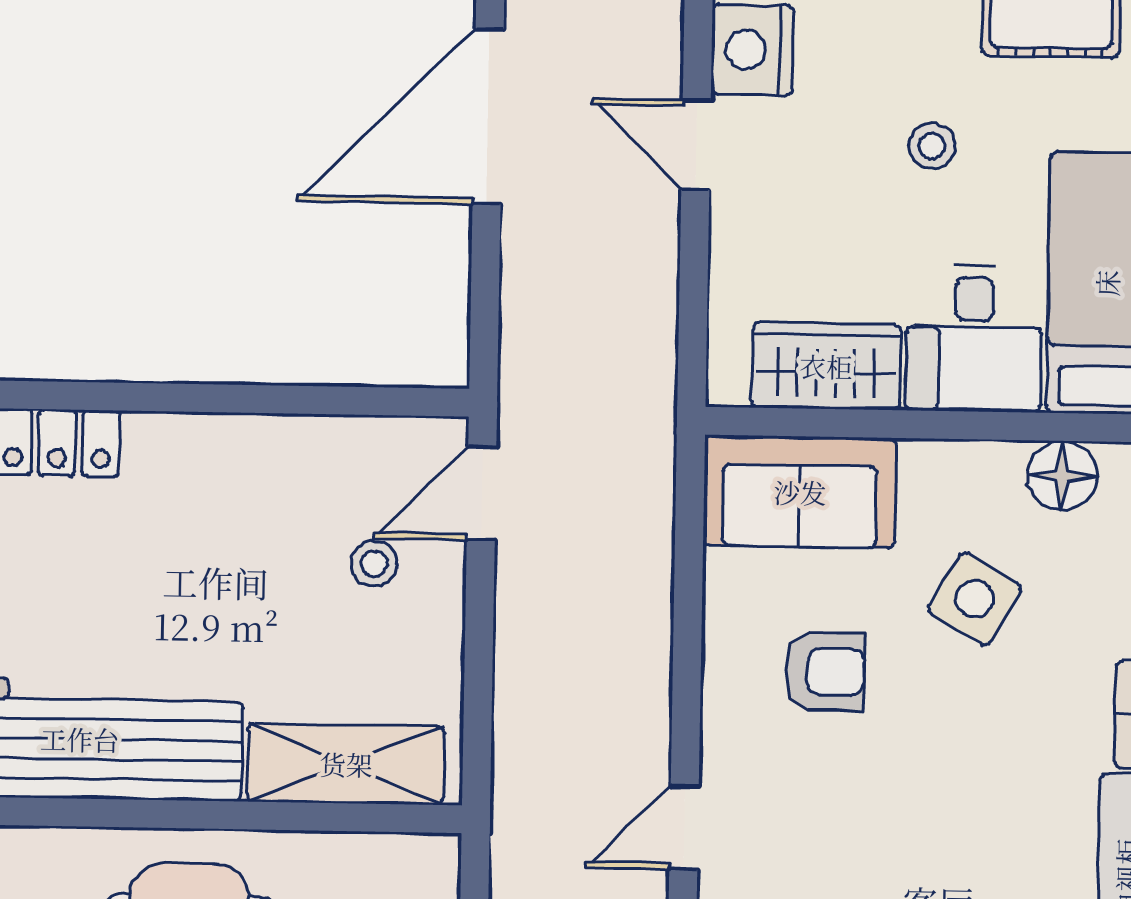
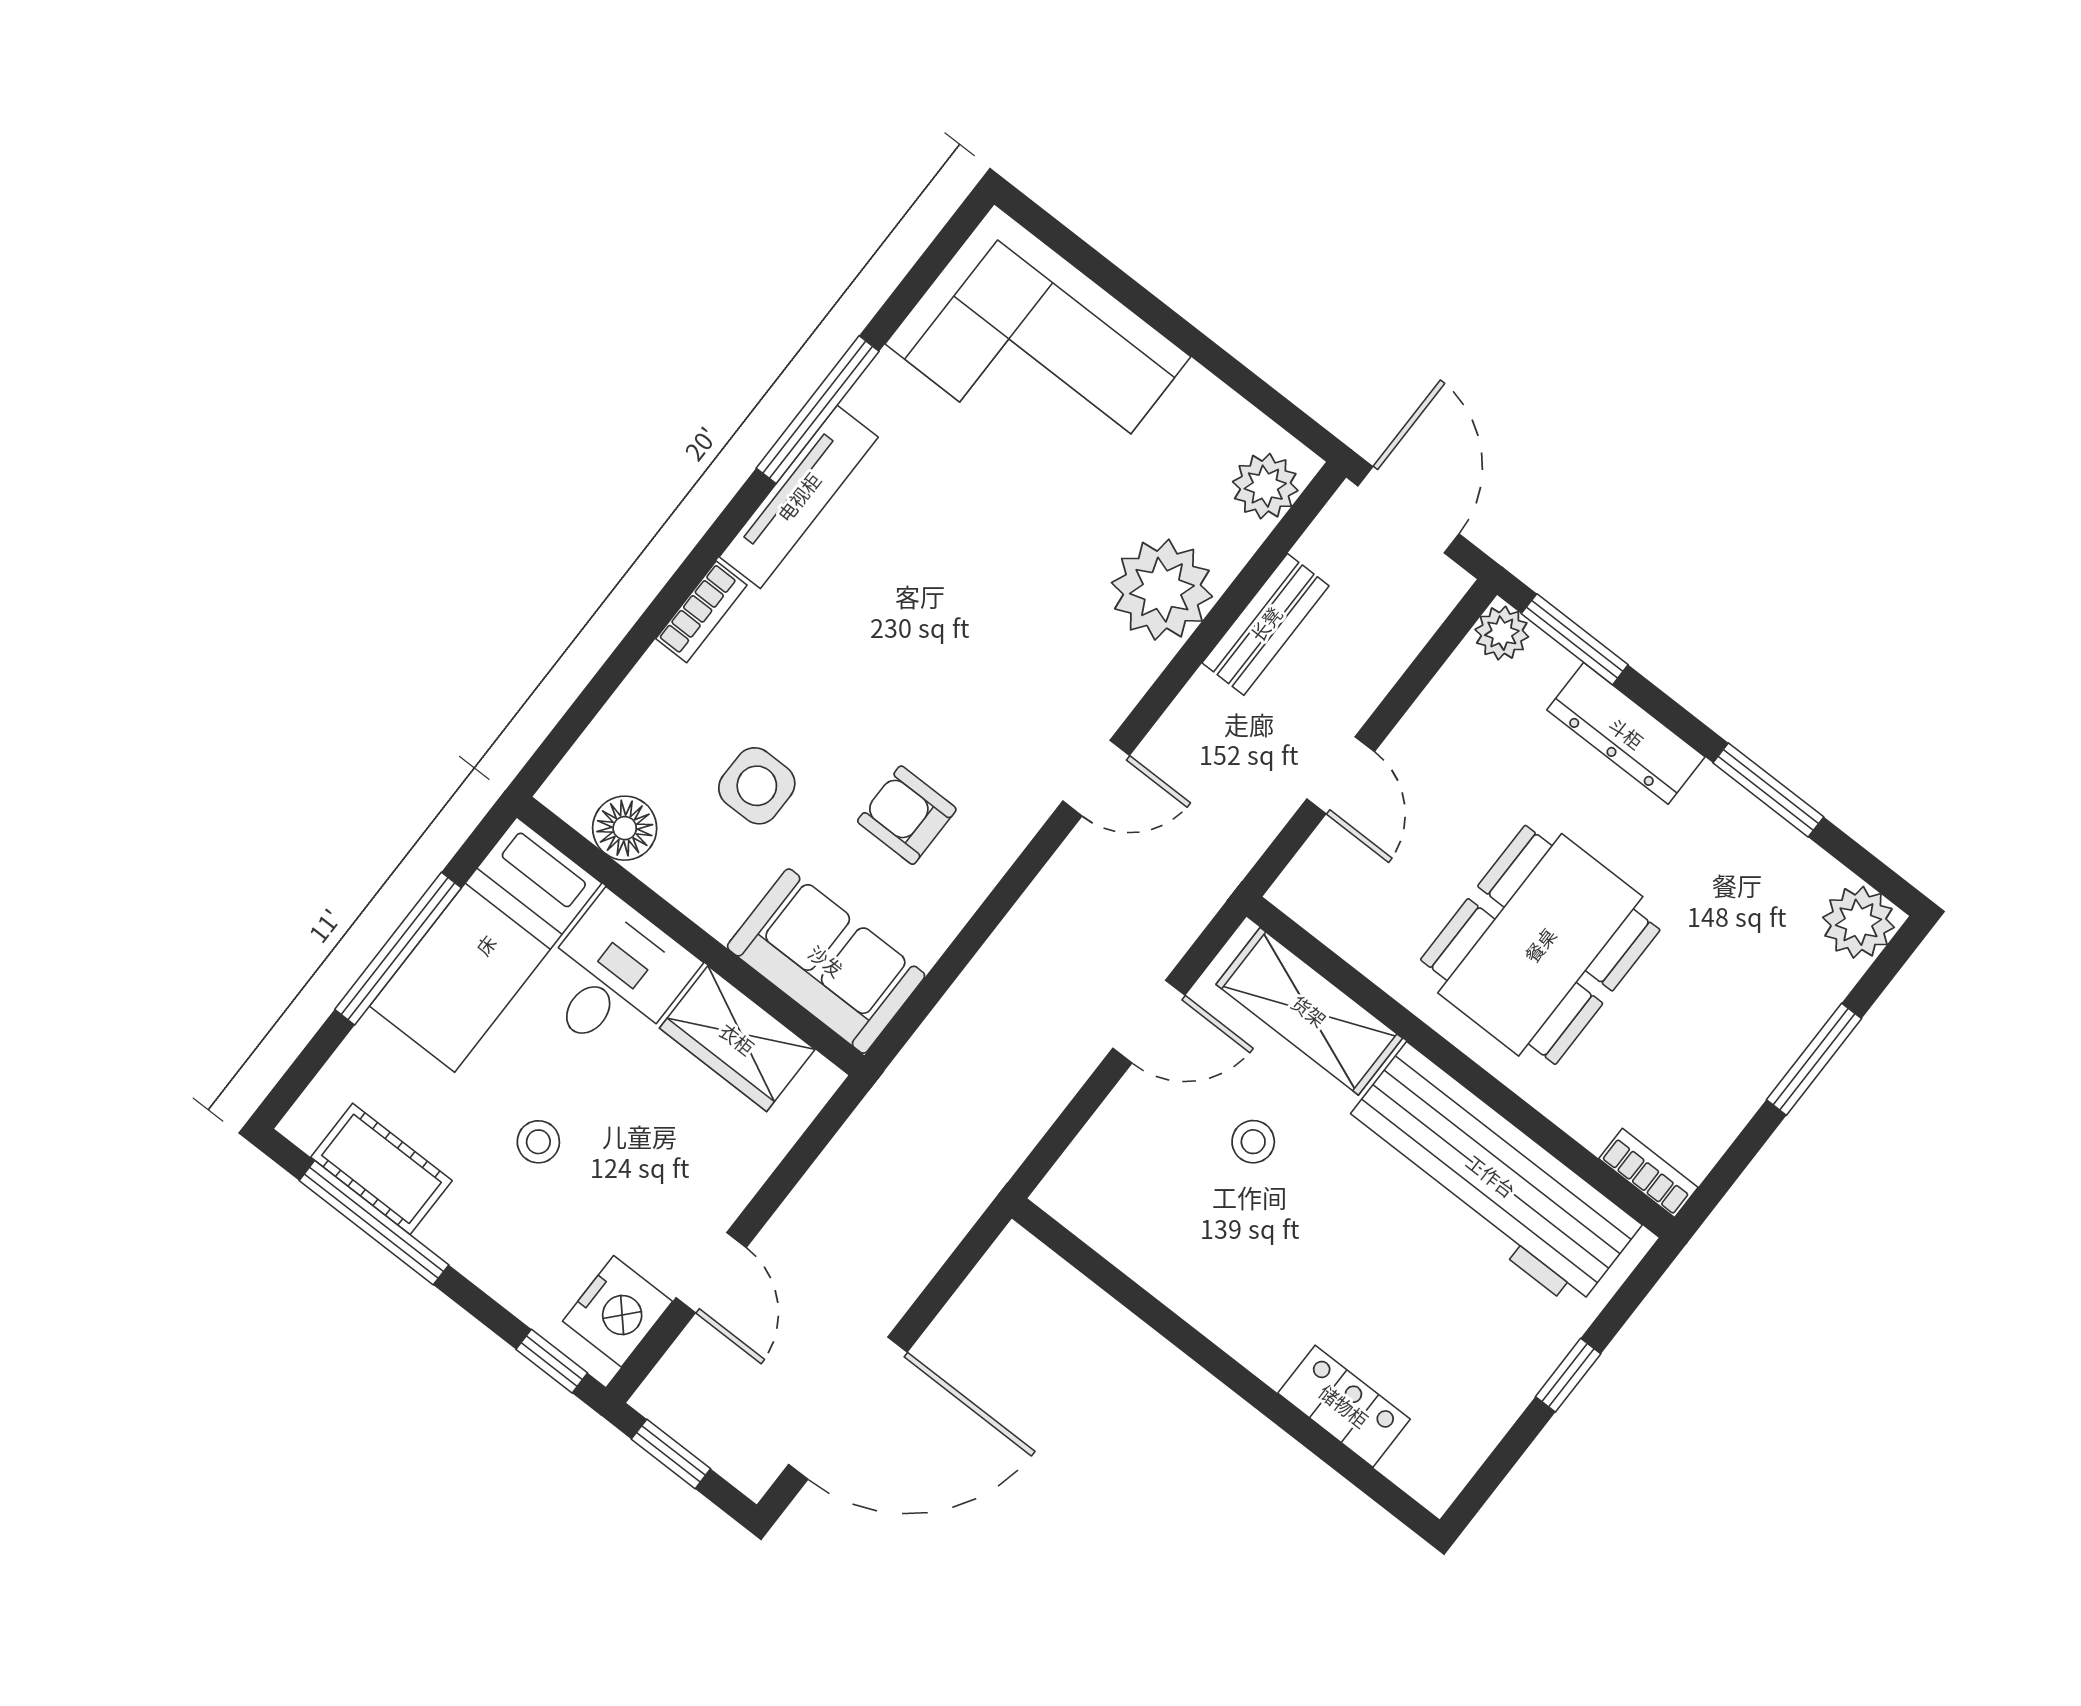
door: (482, 493) -> (1149, 1022), moved
stool: (374, 564) -> (1253, 1142), moved
side table: (975, 599) -> (757, 786), turned -30

